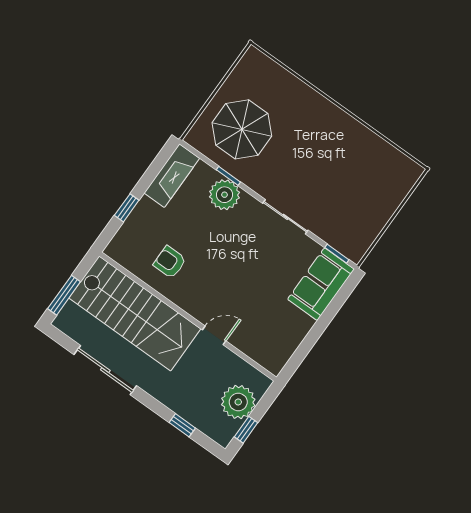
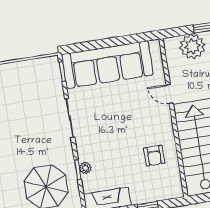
plant: (224, 195) -> (85, 168), width x0.53, depth x0.53
sofa: (321, 284) -> (107, 65), width x1.85, depth x1.27

